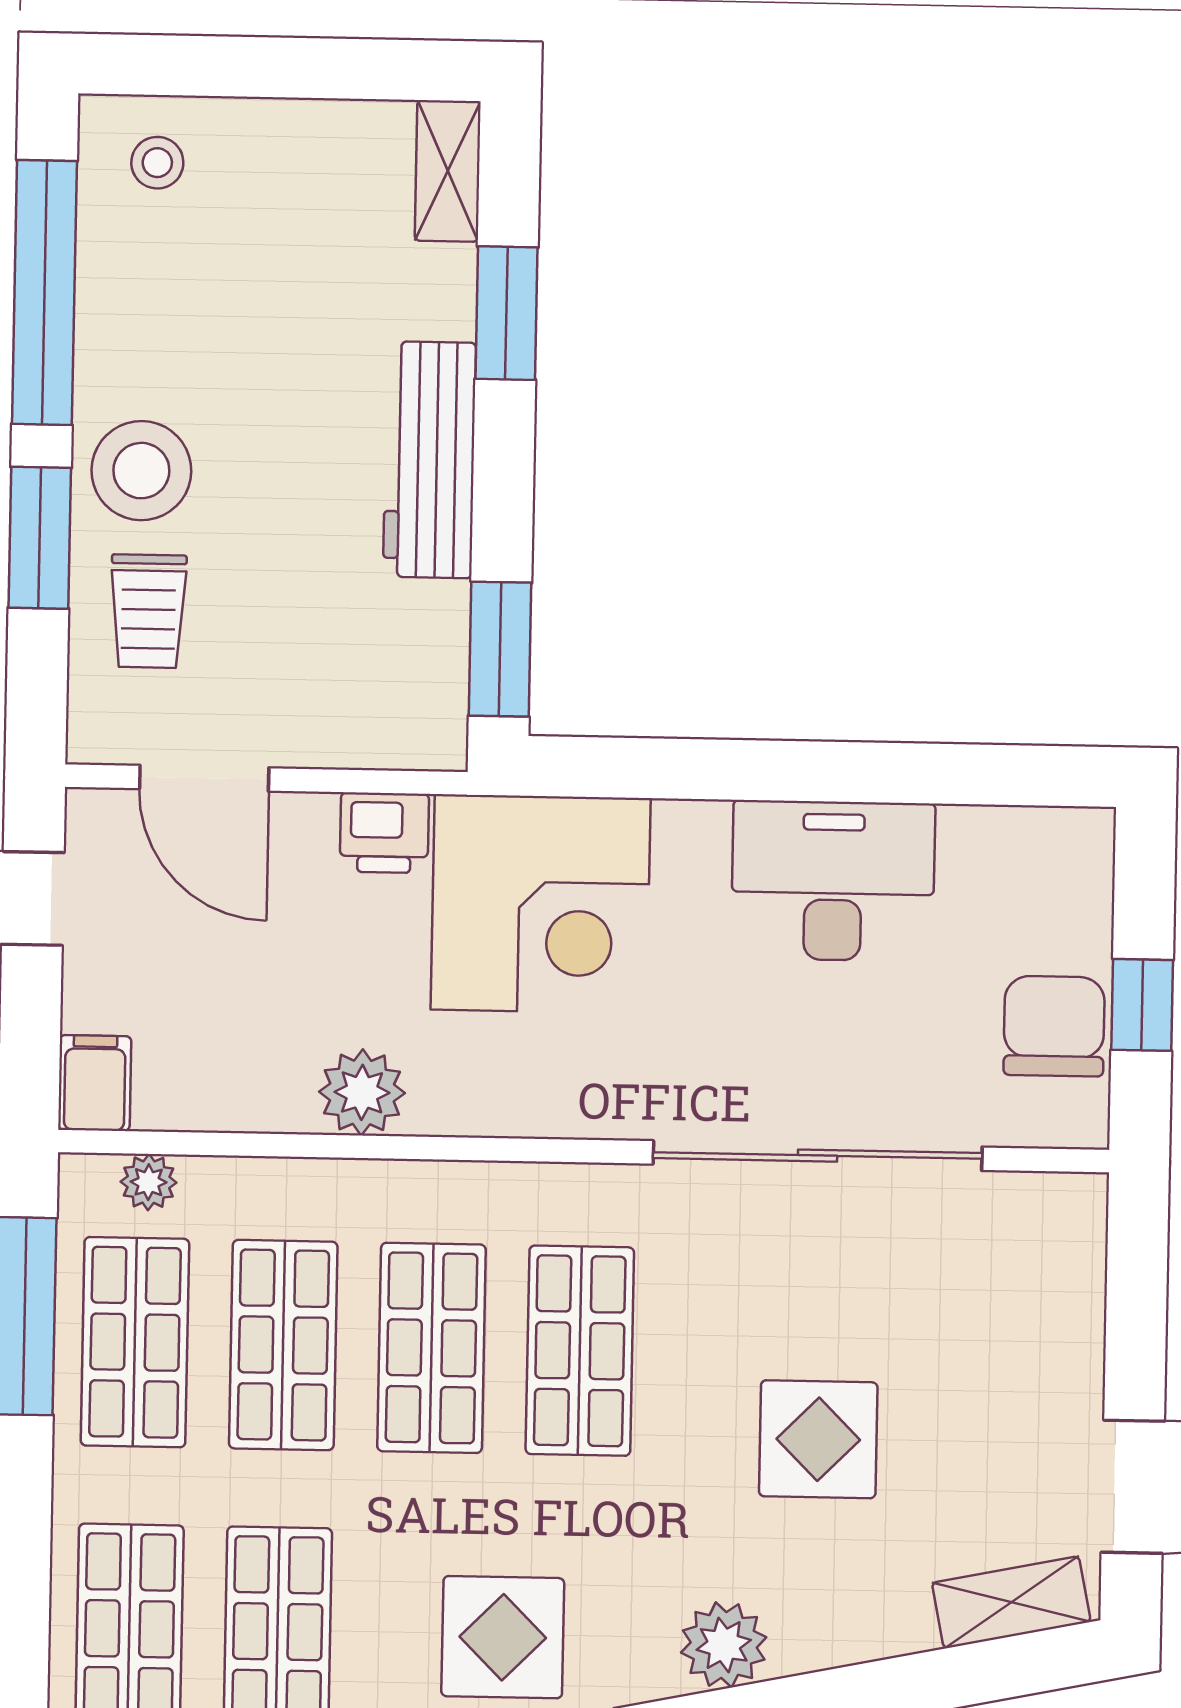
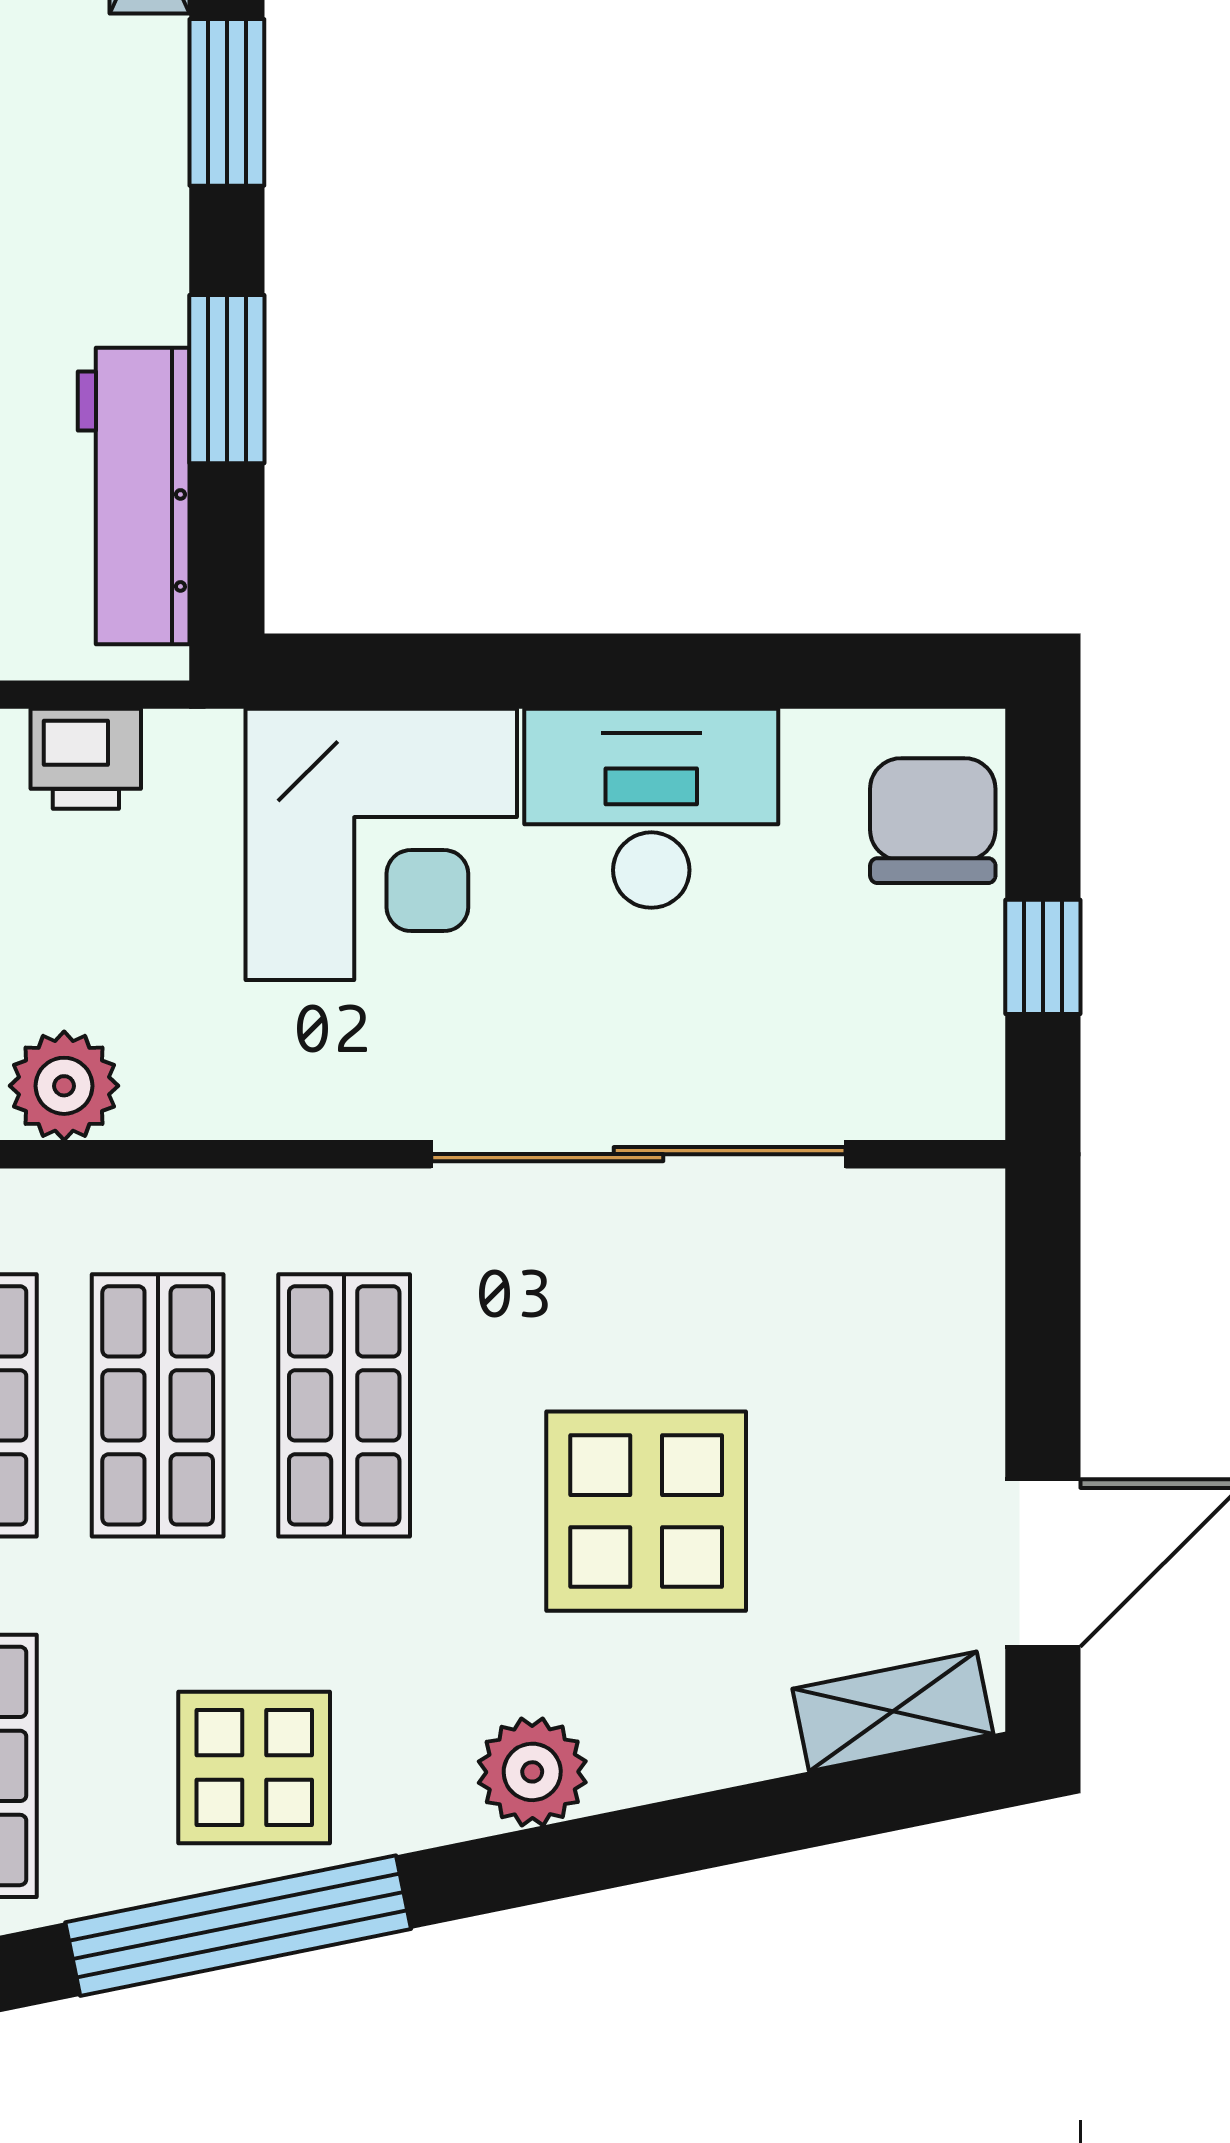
workbench: (430, 460) -> (134, 496), moved
window: (500, 649) -> (227, 379), moved
corner desk: (541, 904) -> (381, 844), moved
chair: (1054, 1026) -> (933, 821), moved
display table: (818, 1439) -> (646, 1511), width x1.36, depth x1.36

